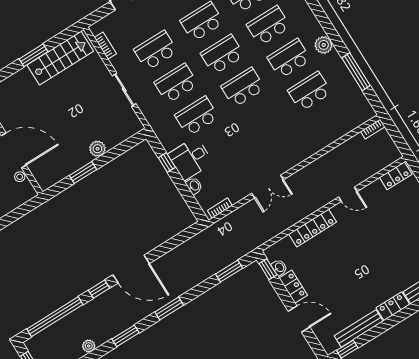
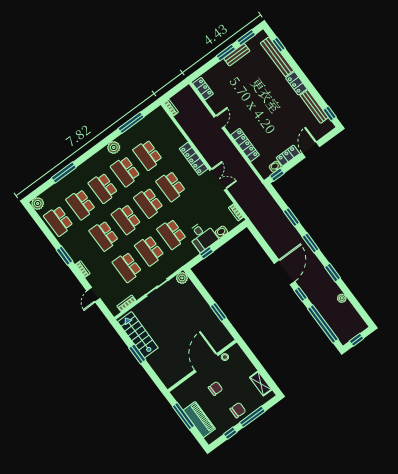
school desk: (263, 120) -> (171, 186), added
plant: (97, 149) -> (182, 278), moved
locker: (299, 155) -> (194, 159), added
window: (229, 271) -> (291, 217), moved

